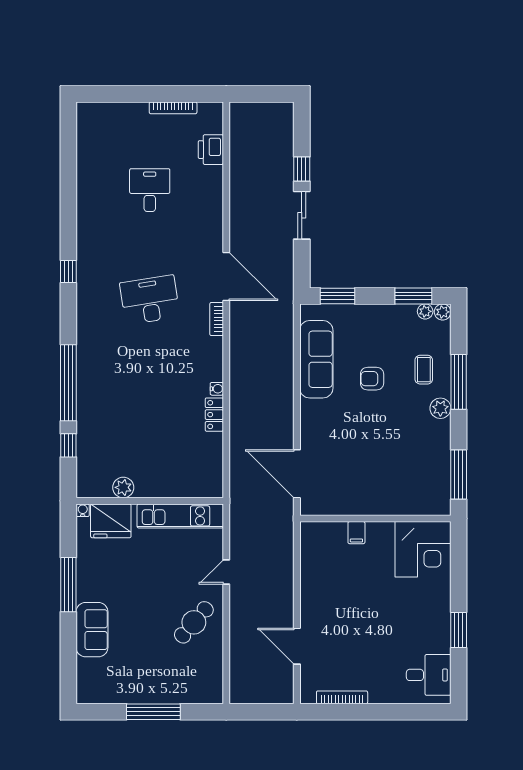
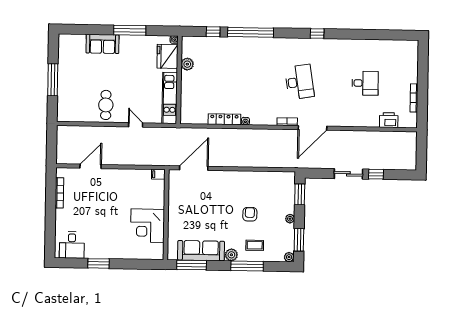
plant: (425, 311) -> (290, 219), moved
sofa: (316, 359) -> (201, 251), moved, turned 180
locker: (214, 415) -> (224, 119), width x1.53
filing cabinet: (356, 533) -> (158, 174), moved
corner desk: (423, 549) -> (147, 226), moved
cafe table: (194, 622) -> (106, 105), turned 49

